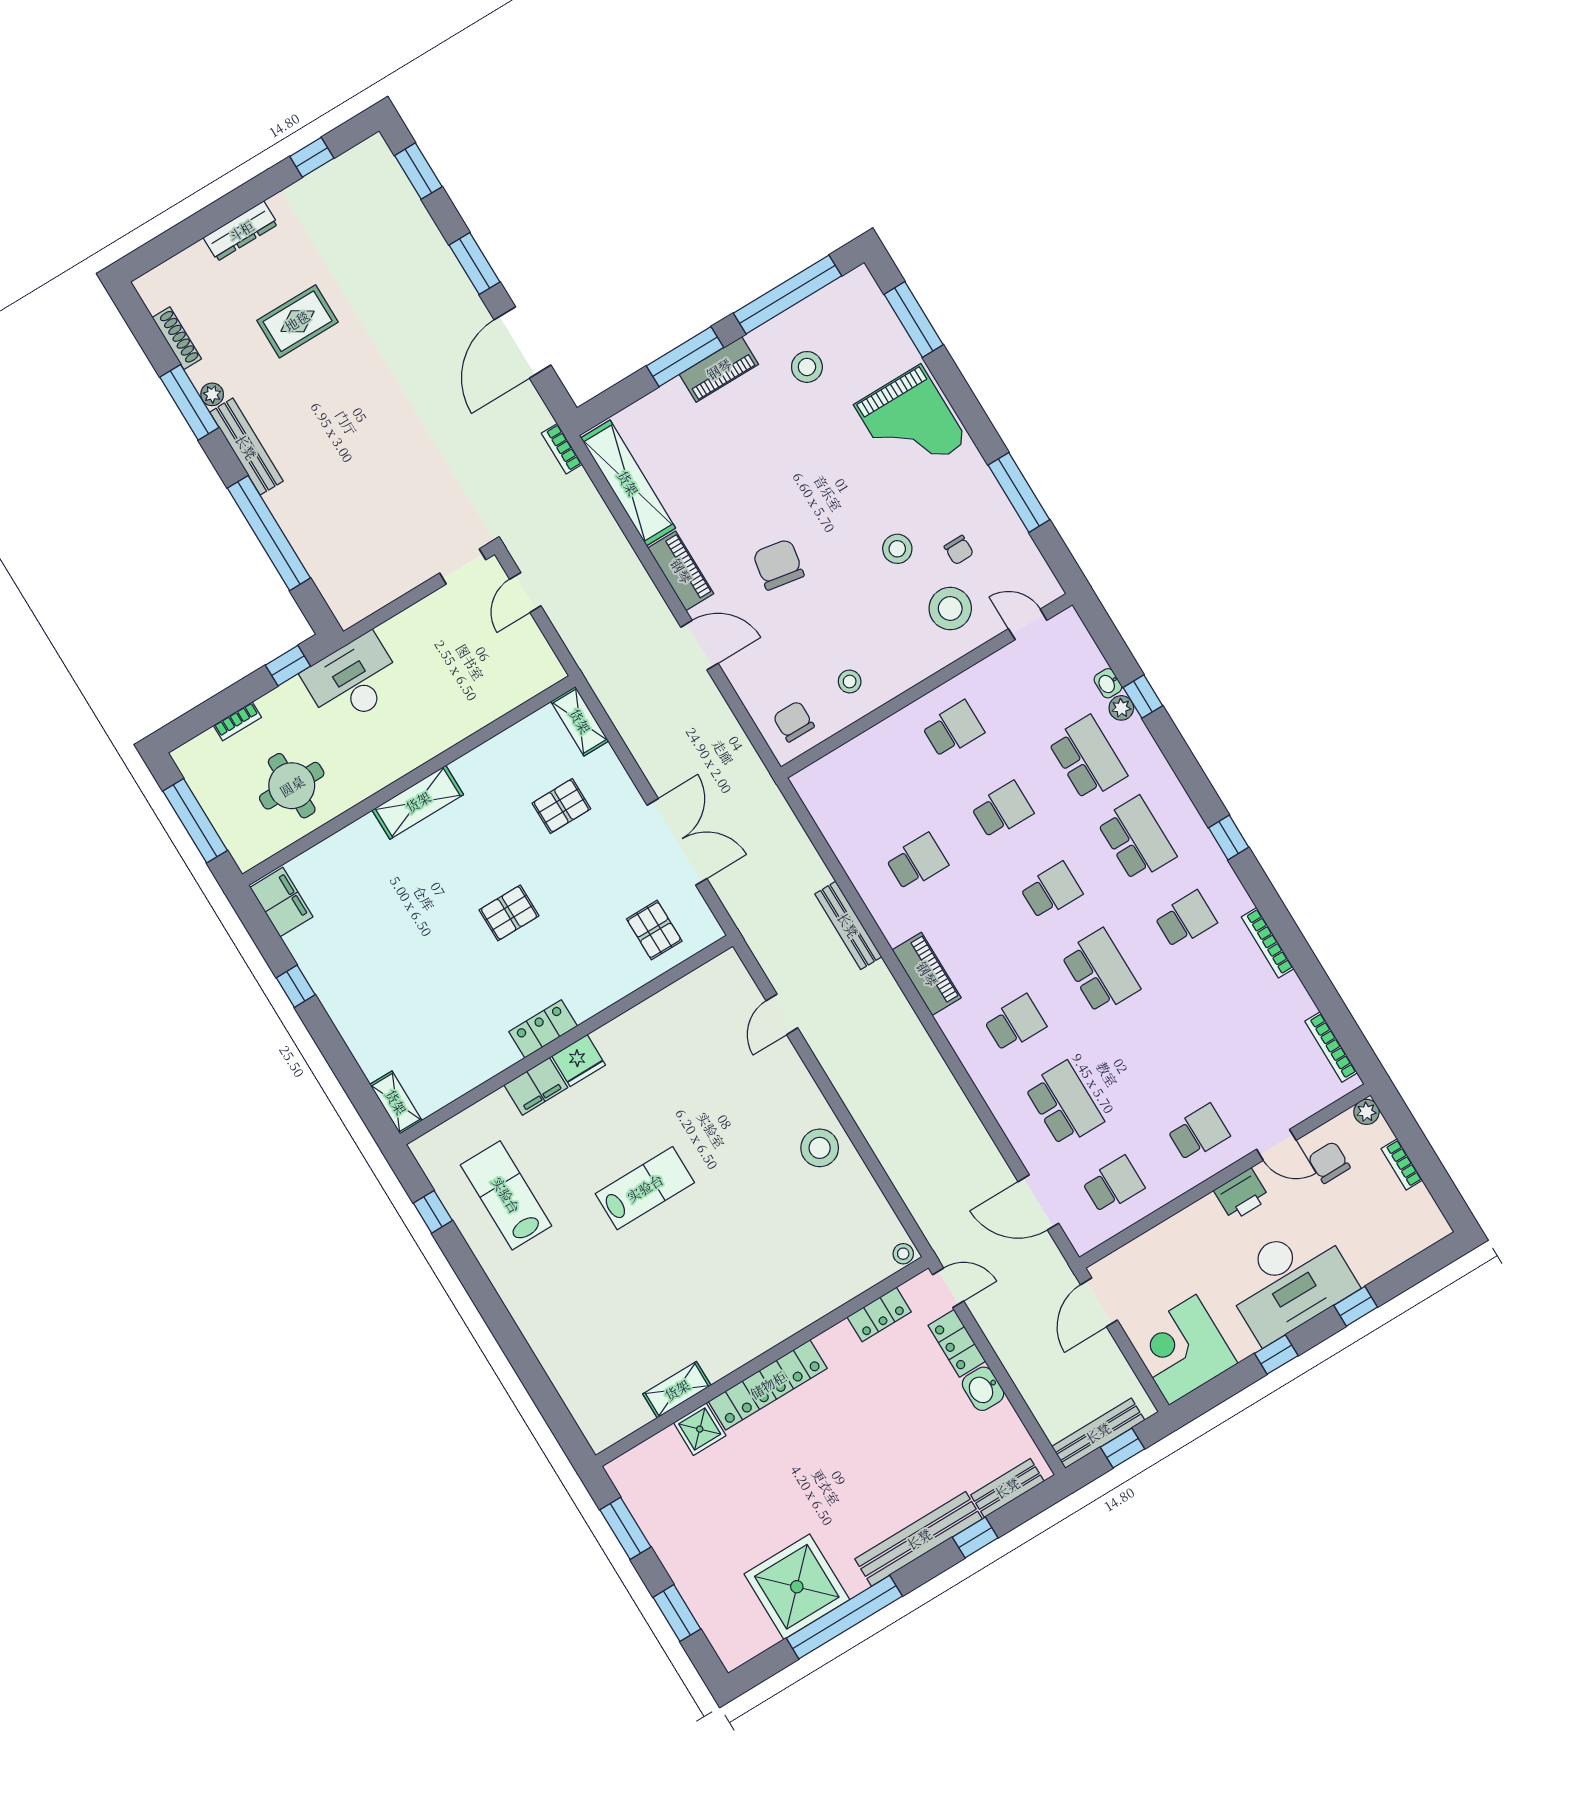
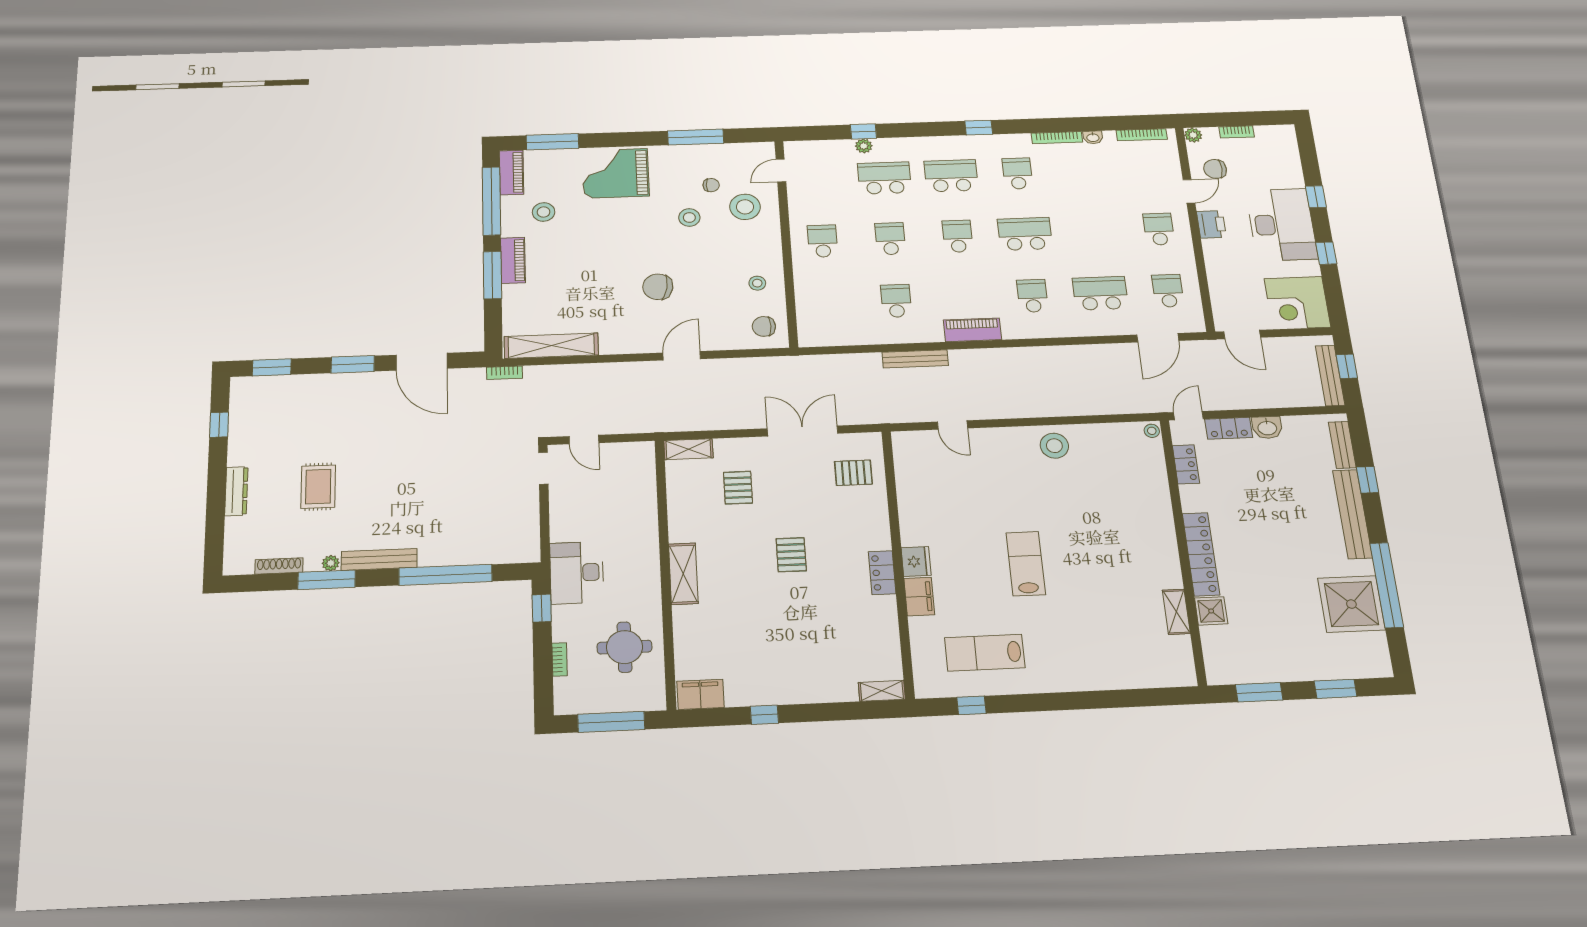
grand piano: (911, 423) -> (616, 173), turned 180
piano: (681, 571) -> (512, 172), moved, turned 90
washbasin: (1108, 683) -> (1093, 137), moved

